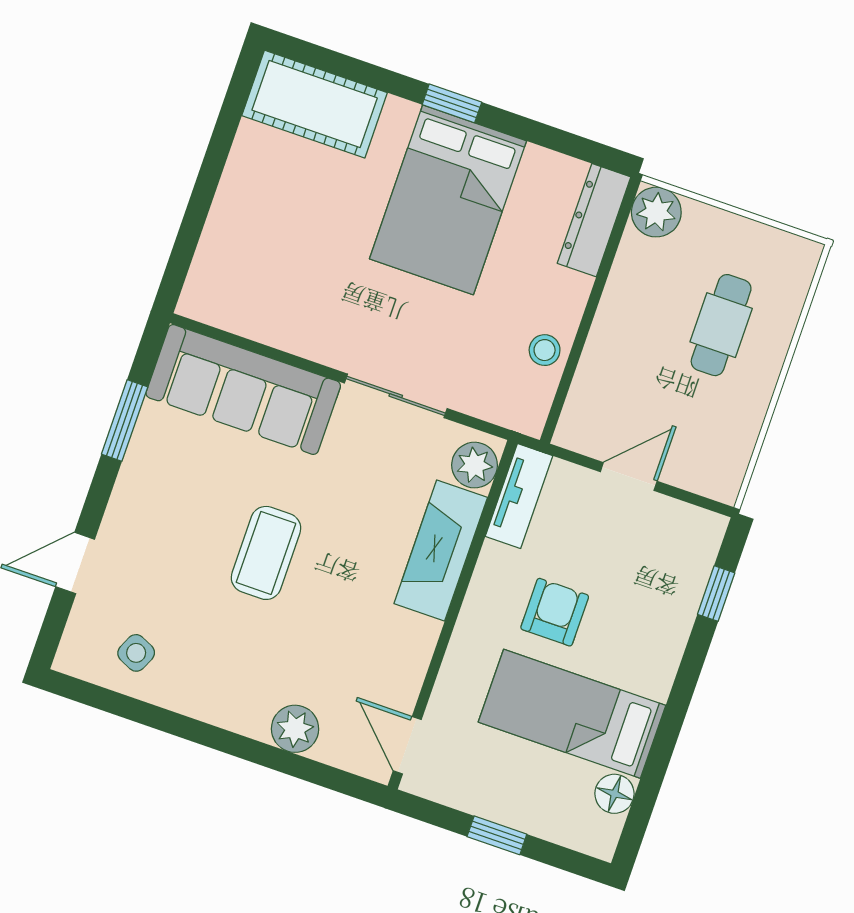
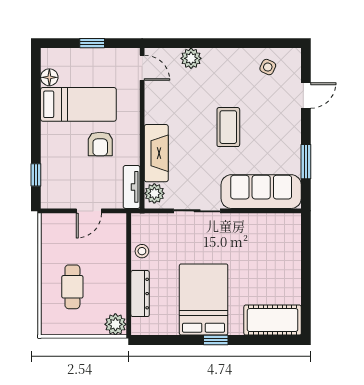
dresser: (594, 220) -> (140, 294), moved

